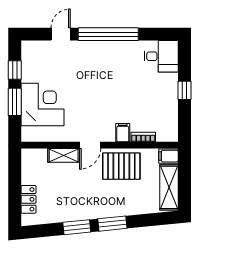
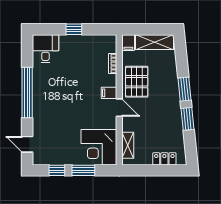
door: (61, 34) -> (27, 144), moved
corner desk: (42, 105) -> (99, 147), moved, turned -90
filing cabinet: (123, 133) -> (109, 93), moved
shelving: (64, 155) -> (128, 145), moved

